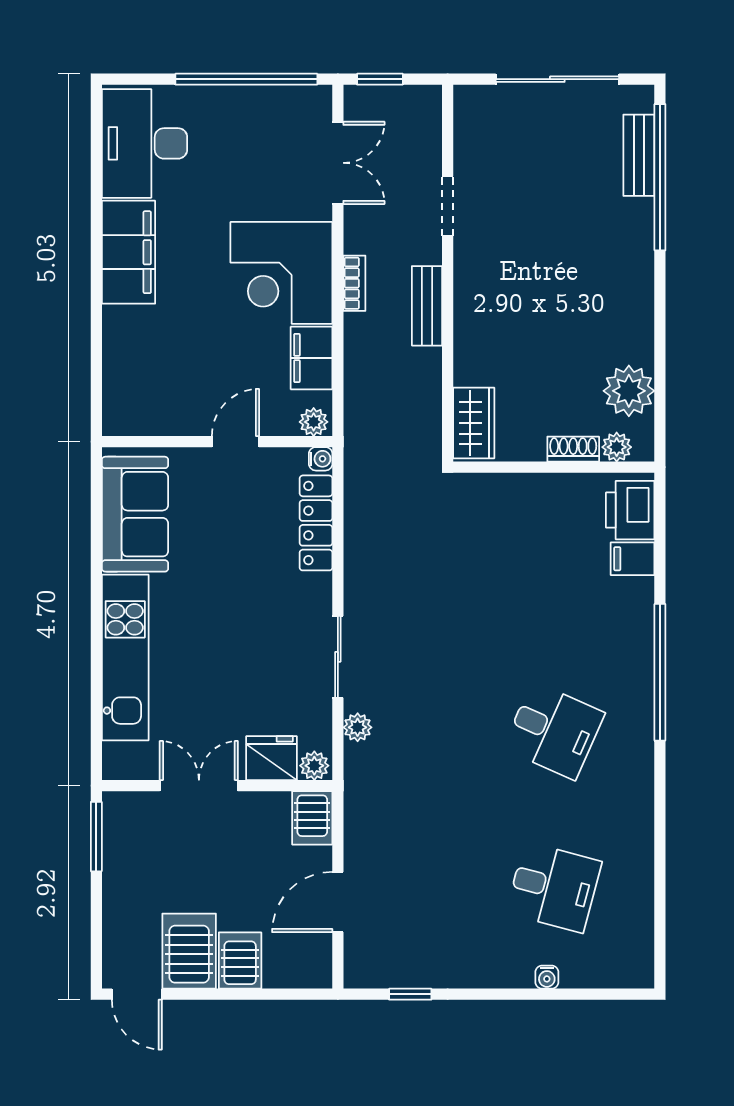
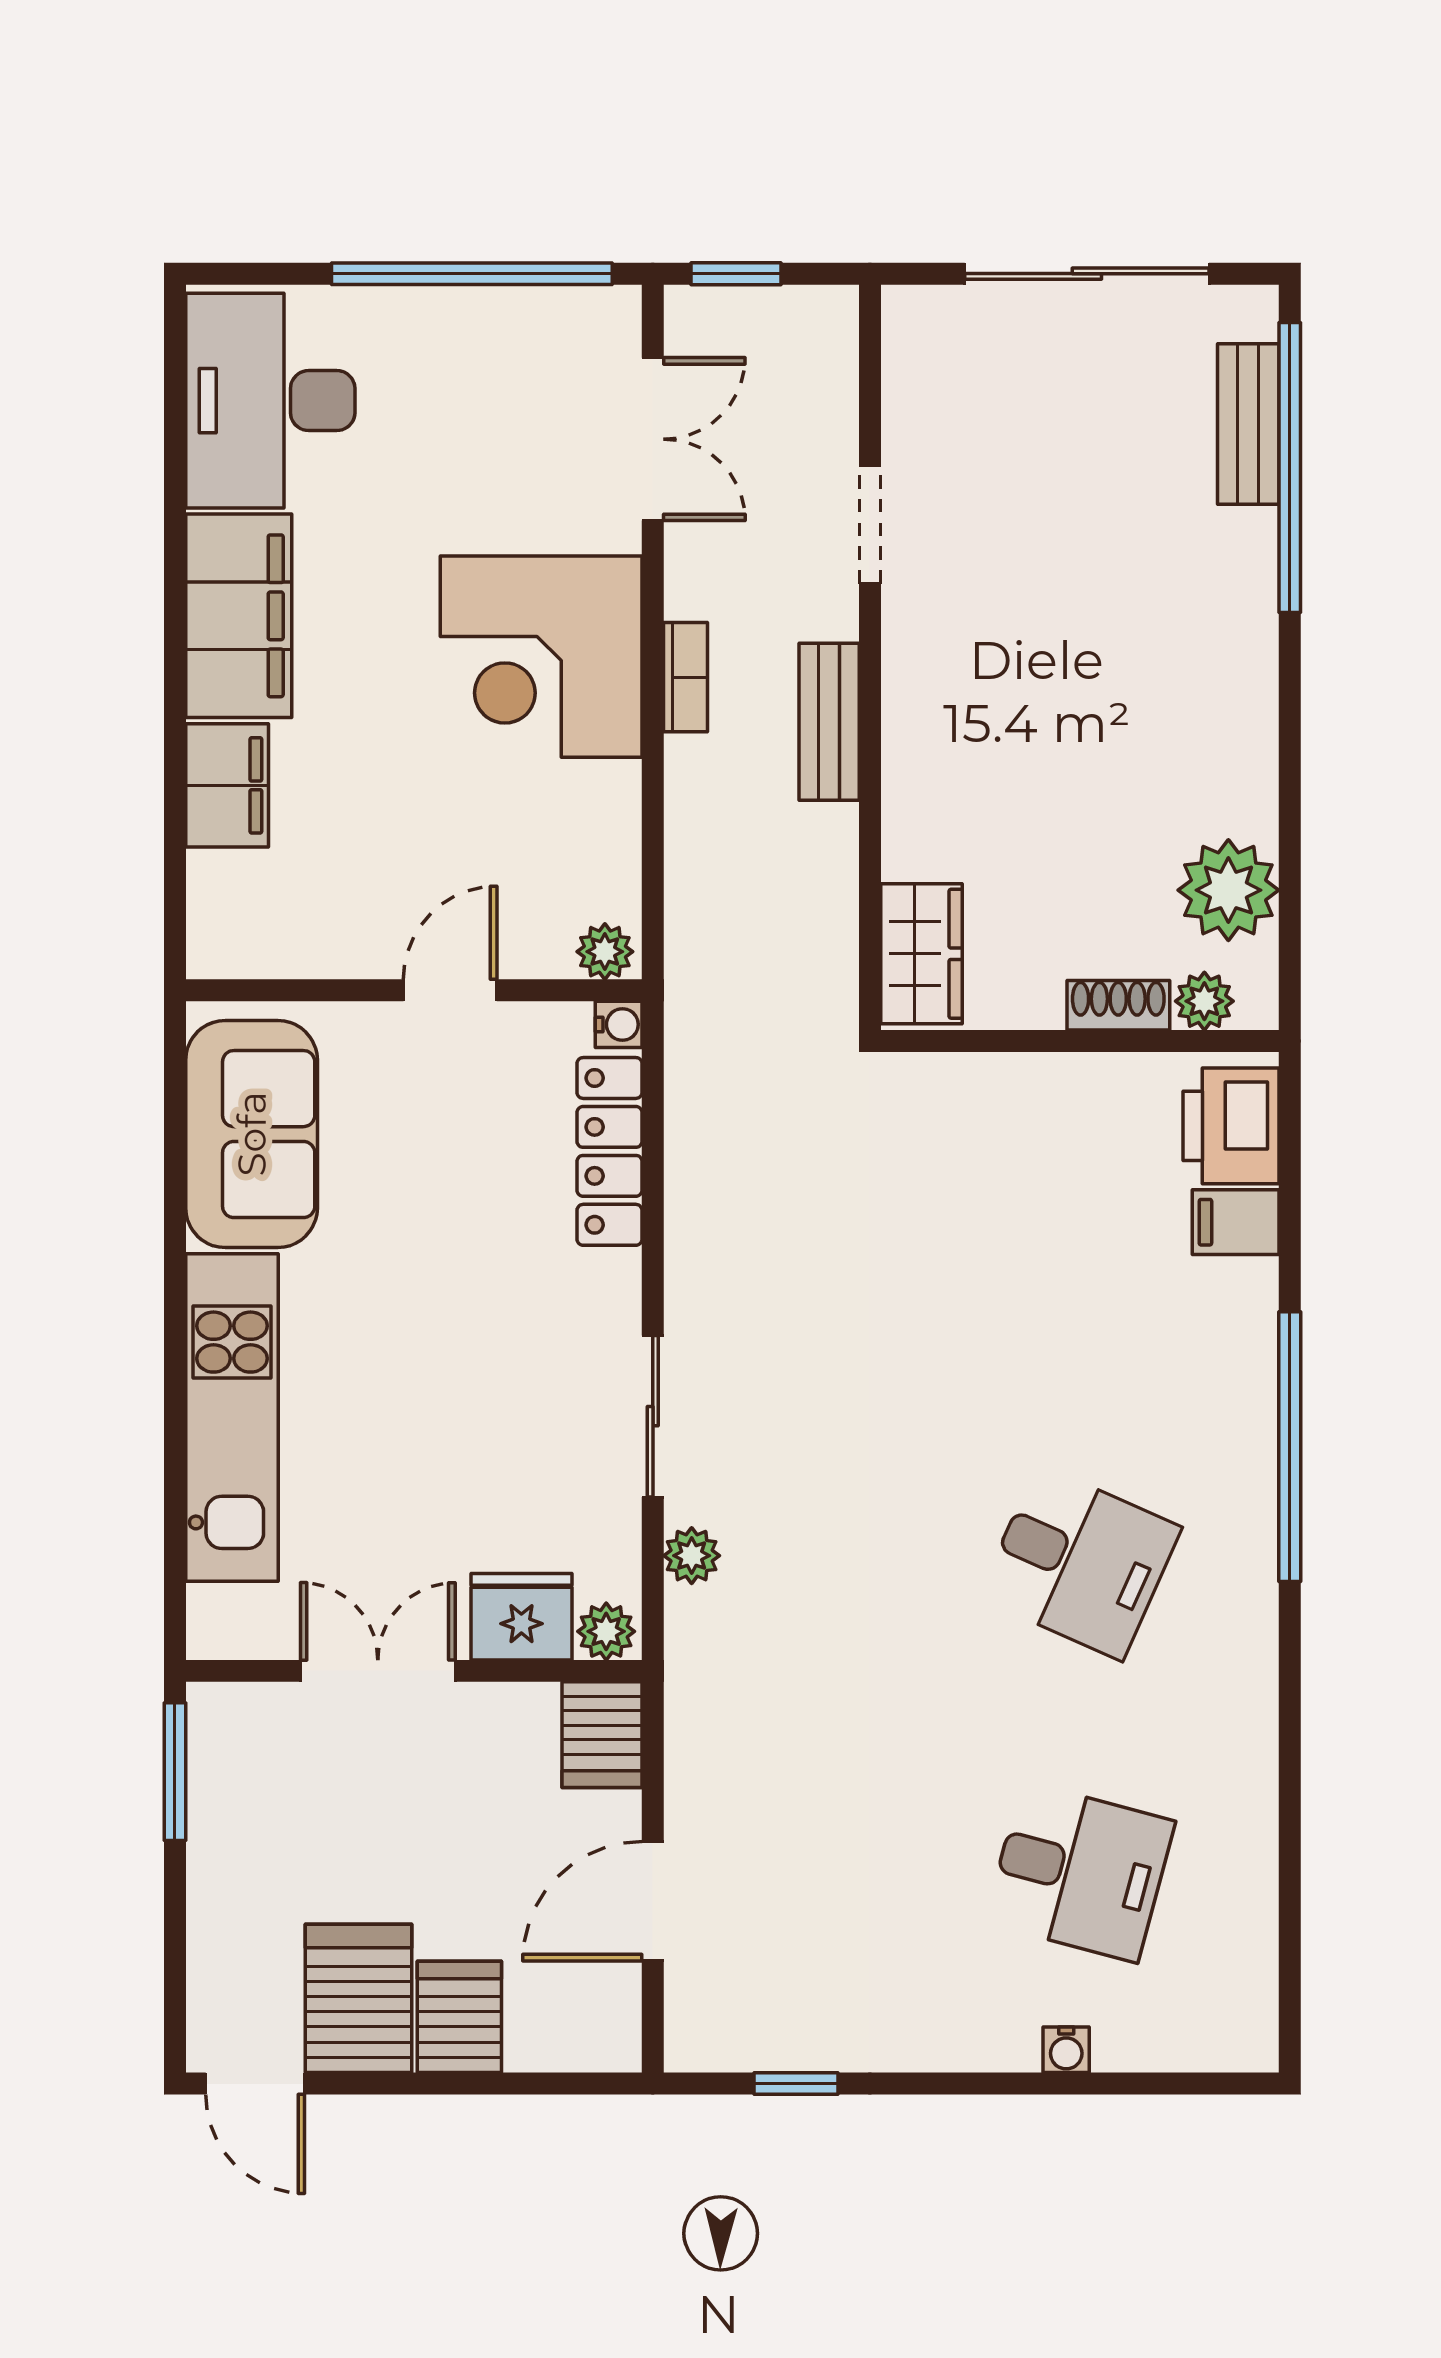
filing cabinet: (312, 358) -> (227, 785), moved, turned 180

